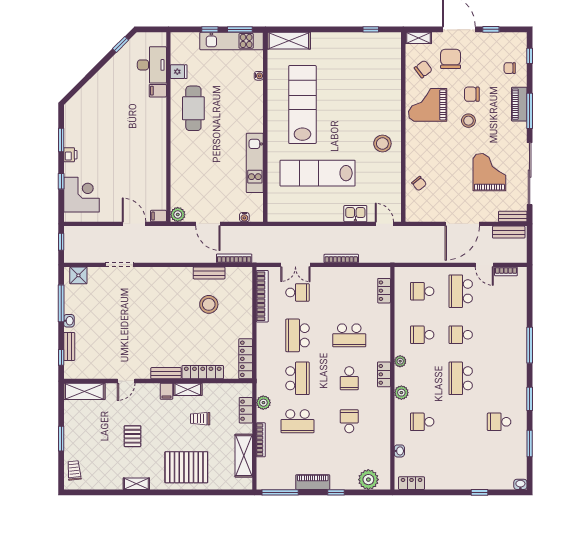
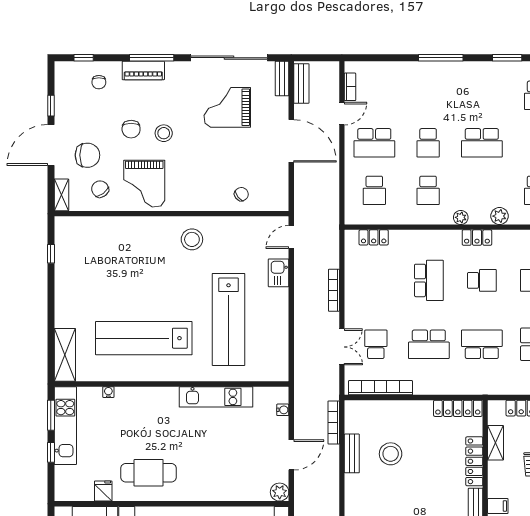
chair: (451, 59) -> (87, 155), turned 180
shelving: (188, 389) -> (496, 443), moved
plant: (263, 403) -> (512, 386), removed

